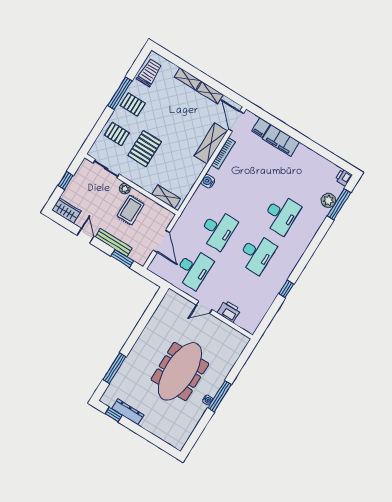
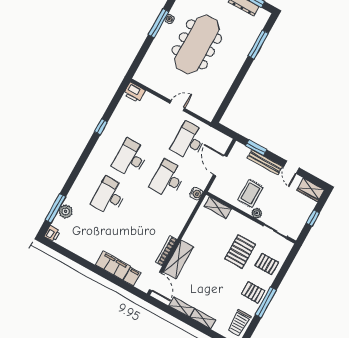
water cooler: (208, 181) -> (196, 194), moved
printer: (229, 311) -> (134, 92), moved

